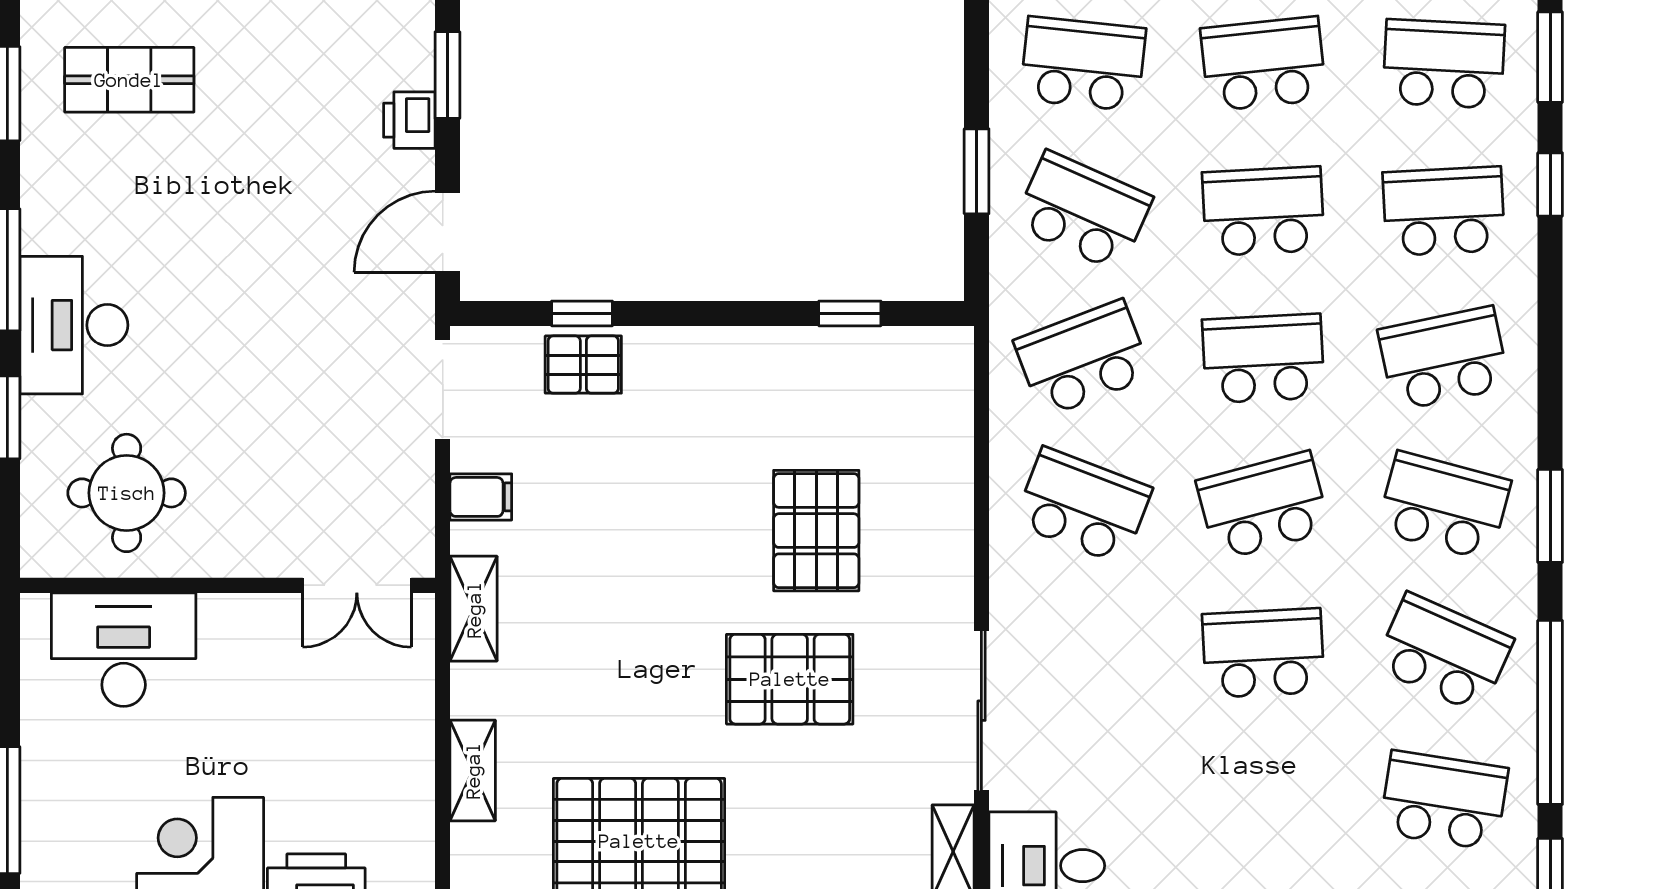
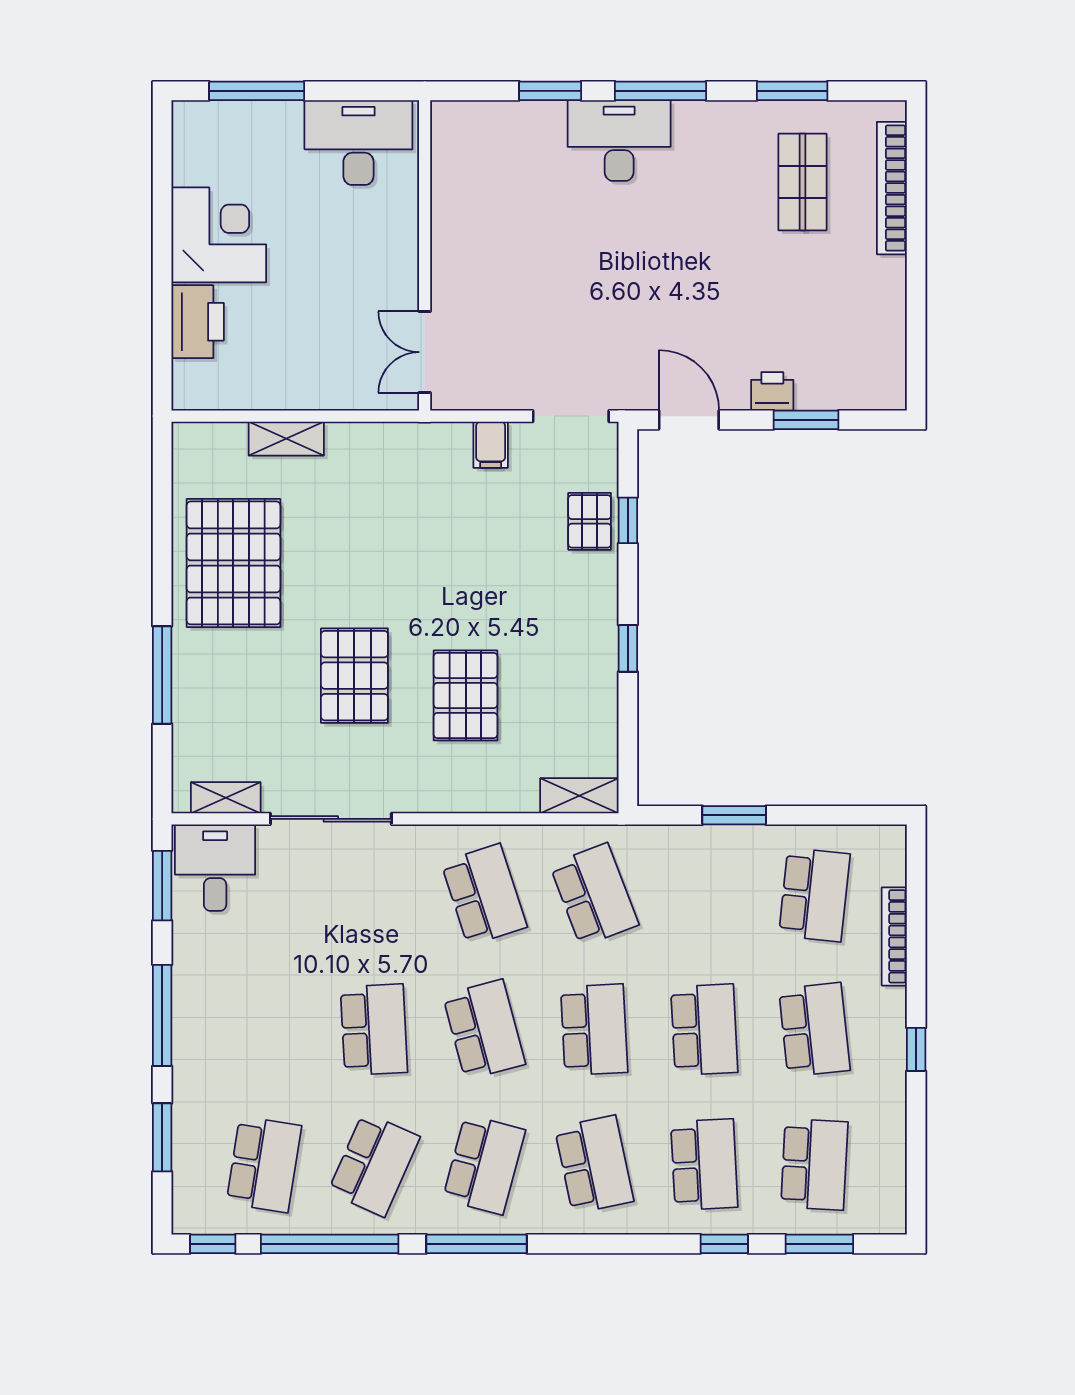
school desk: (1083, 211) -> (704, 895), removed
window: (850, 313) -> (628, 648), moved
round table: (127, 493) -> (494, 180), removed
school desk: (1083, 506) -> (484, 895), turned -39
window: (1550, 516) -> (476, 1244), width x1.44
pallet: (816, 531) -> (466, 695), turned 90
shelving: (474, 609) -> (579, 796), moved
desk: (124, 650) -> (358, 143), moved, turned -90

